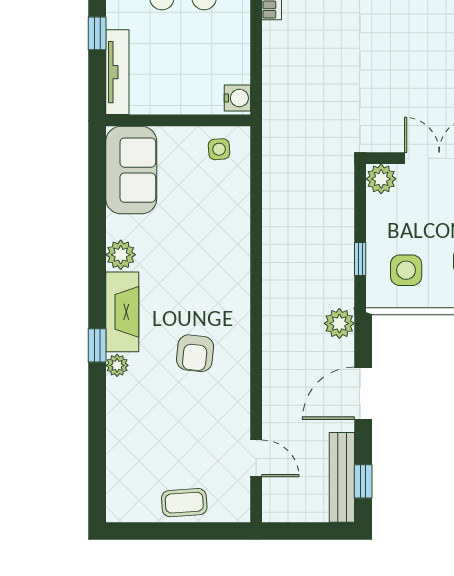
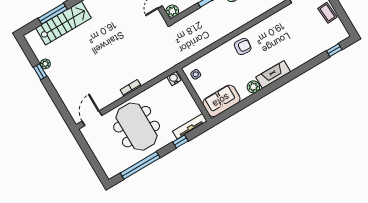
window: (97, 345) -> (334, 50), moved
armchair: (195, 353) -> (243, 46), moved
plant: (117, 365) -> (293, 65), removed

